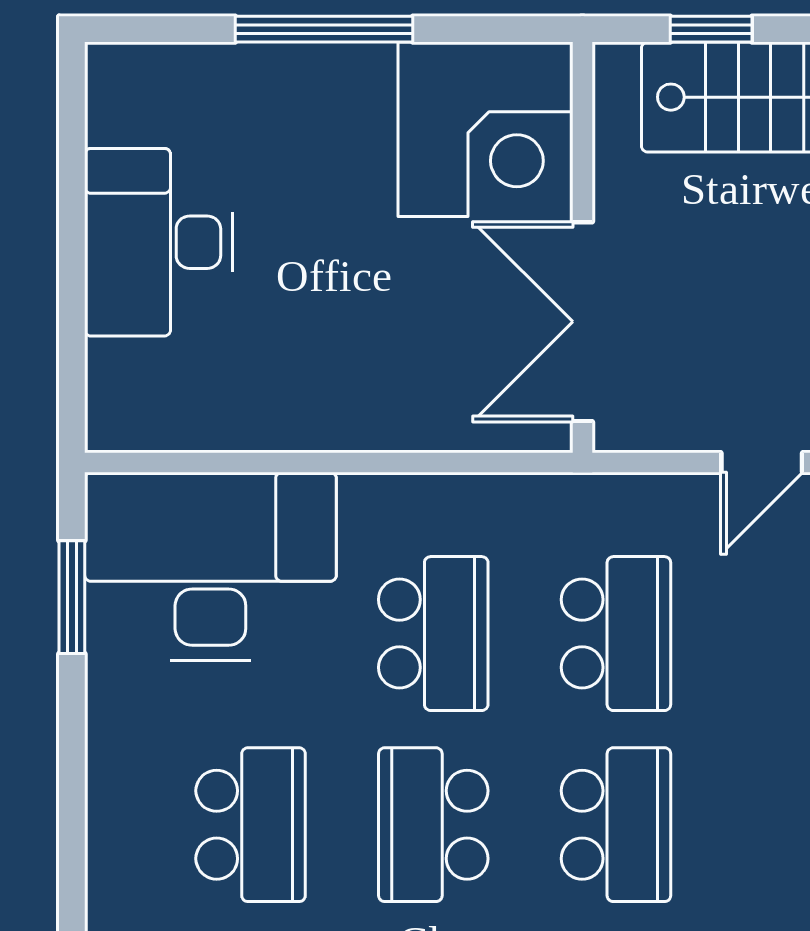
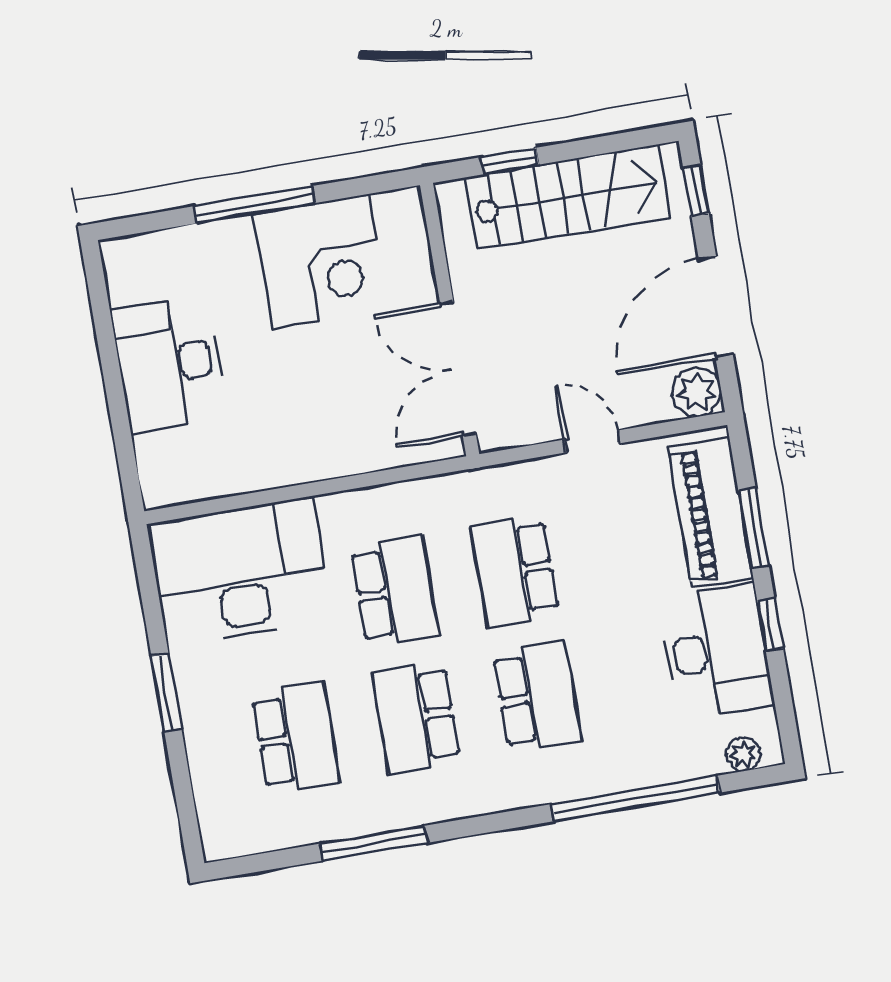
corner desk: (485, 129) -> (321, 261), moved
door: (762, 463) -> (592, 441), swing flipped
window: (72, 597) -> (166, 692), moved
school desk: (616, 634) -> (515, 571), turned 180

